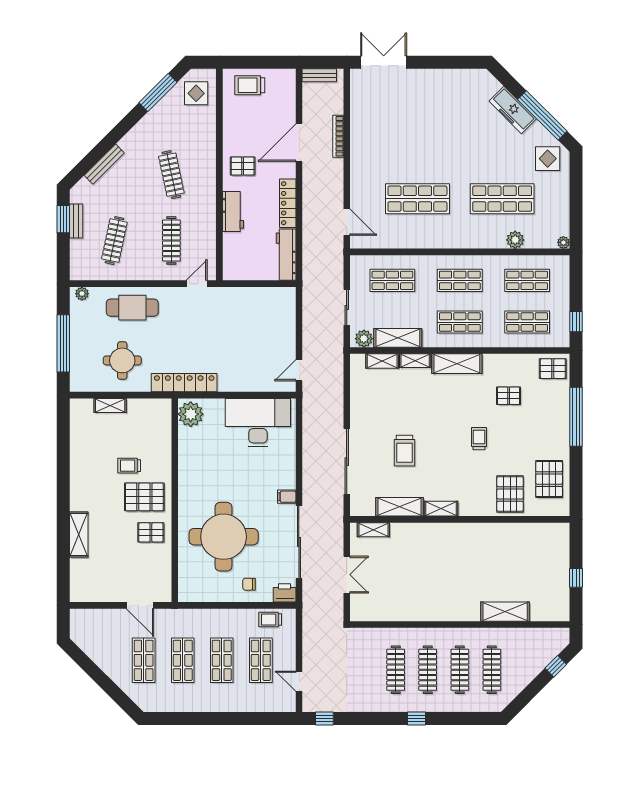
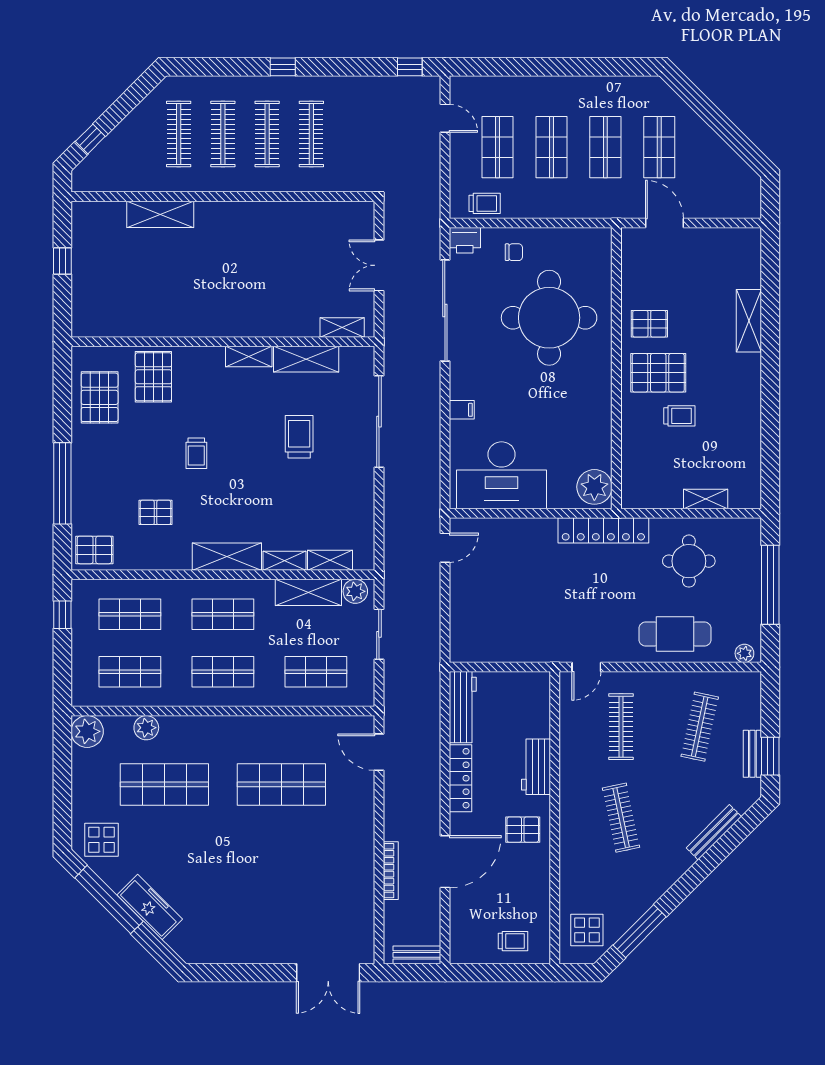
trolley: (250, 85) -> (513, 941), width x0.73, depth x0.72
plant: (563, 242) -> (87, 731), width x1.88, depth x1.88
filing cabinet: (287, 497) -> (462, 410), moved

